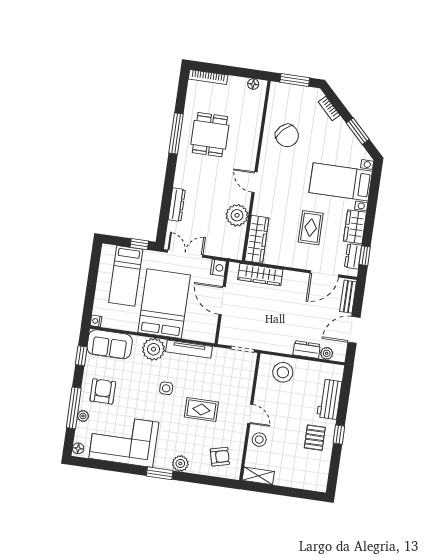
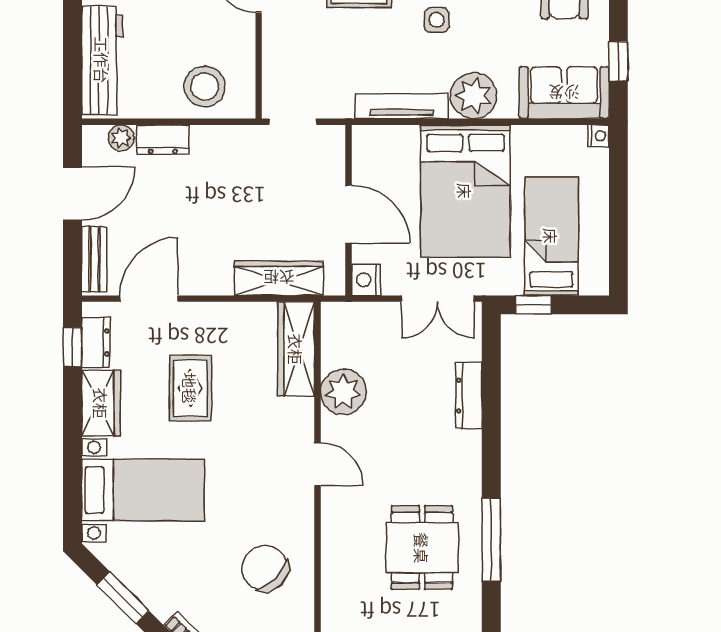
workbench: (329, 399) -> (102, 60), width x1.38

